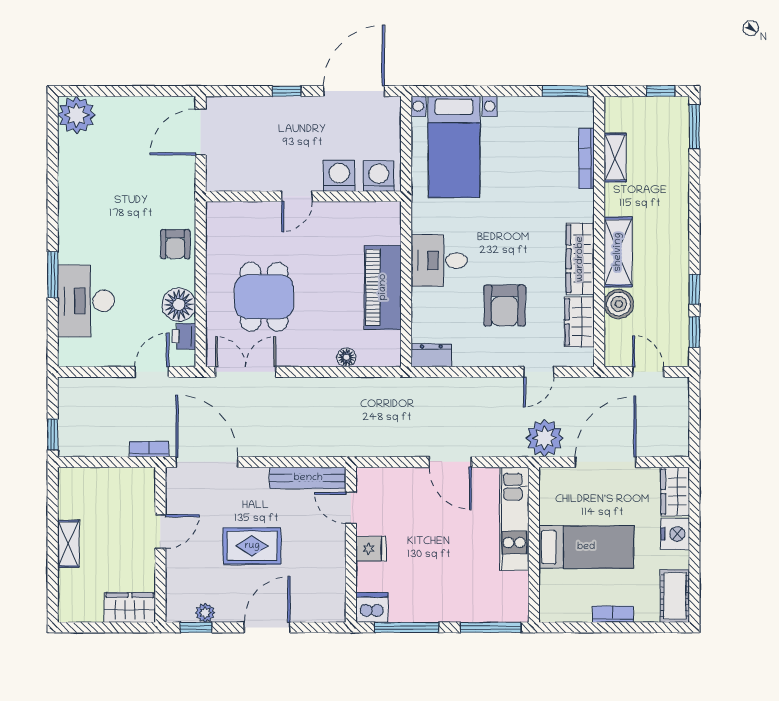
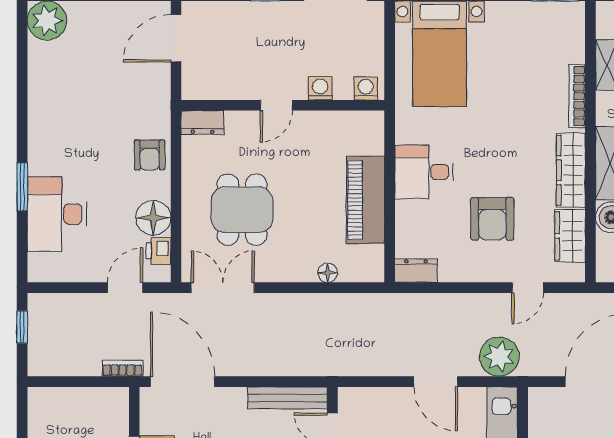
bookcase: (586, 158) -> (577, 96), moved
washing machine: (339, 176) -> (320, 88), width x0.73, depth x0.73
washing machine: (379, 176) -> (366, 88), width x0.73, depth x0.73
dresser: (226, 213) -> (202, 122), added
window: (53, 434) -> (22, 327), moved
plant: (545, 438) -> (499, 357), moved

